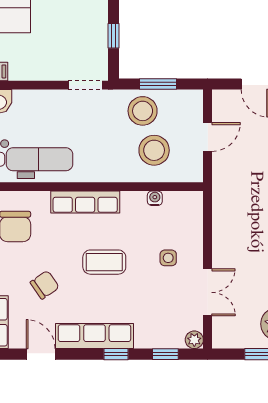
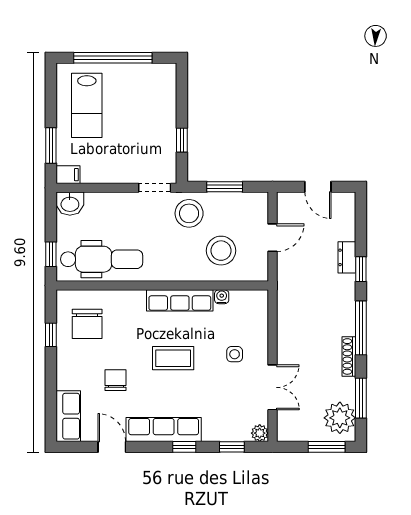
stool: (143, 111) -> (189, 213), moved
row of seats: (85, 202) -> (180, 300), moved
chair: (45, 285) -> (116, 380), turned -55

